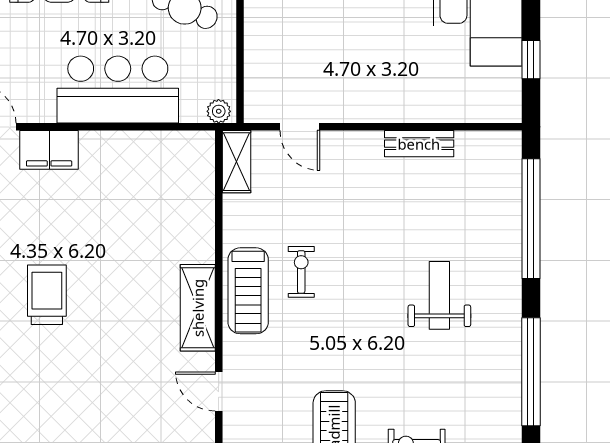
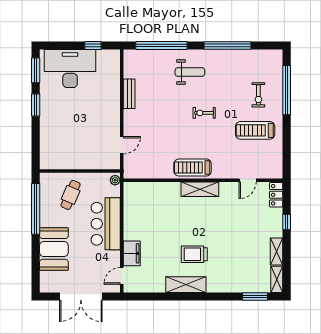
shelving: (236, 162) -> (137, 173), removed
exercise bike: (301, 272) -> (204, 113), moved
treadmill: (248, 291) -> (193, 168), turned 180
weight bench: (439, 295) -> (190, 72), moved, turned 180
door: (219, 391) -> (248, 180), moved

